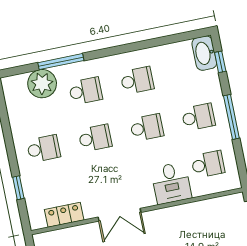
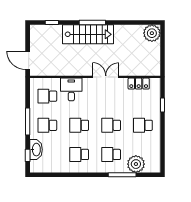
washbasin: (204, 53) -> (36, 150), moved

